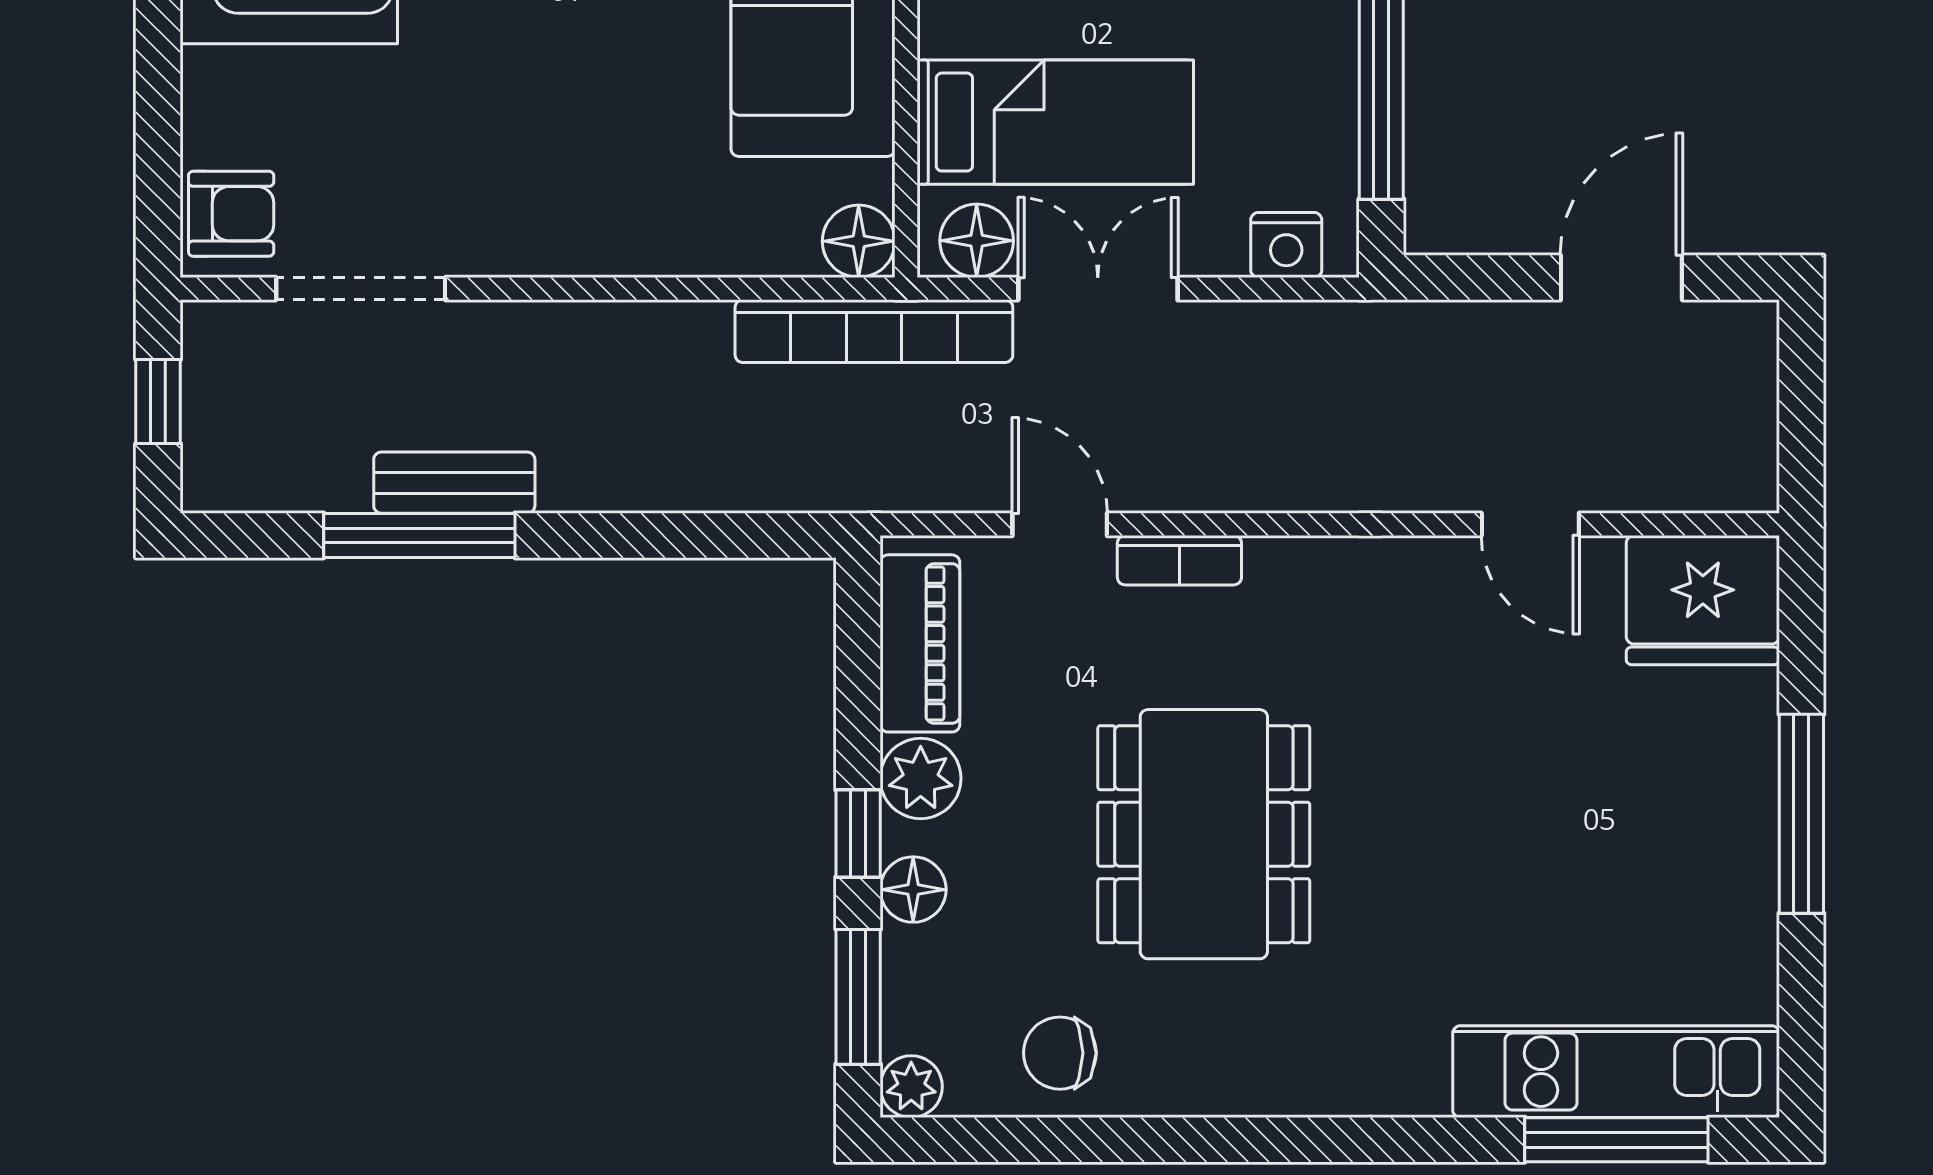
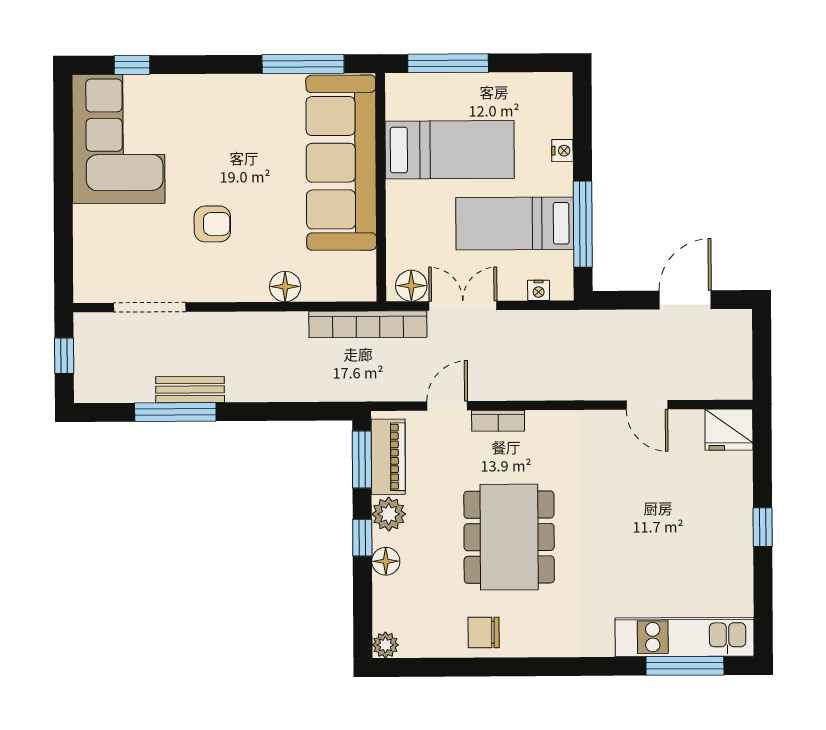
bed: (1055, 122) -> (515, 224), moved, turned 180
armchair: (231, 214) -> (212, 224), moved
floor lamp: (859, 241) -> (285, 287), moved
nightstand: (1286, 245) -> (539, 290), width x0.72, depth x0.74
door: (1060, 524) -> (447, 406), hinge flipped
fridge: (1703, 600) -> (729, 430), width x0.73, depth x0.75
window: (1801, 814) -> (763, 527), width x0.46
window: (858, 997) -> (362, 460), moved
chair: (1060, 1053) -> (484, 632), moved

